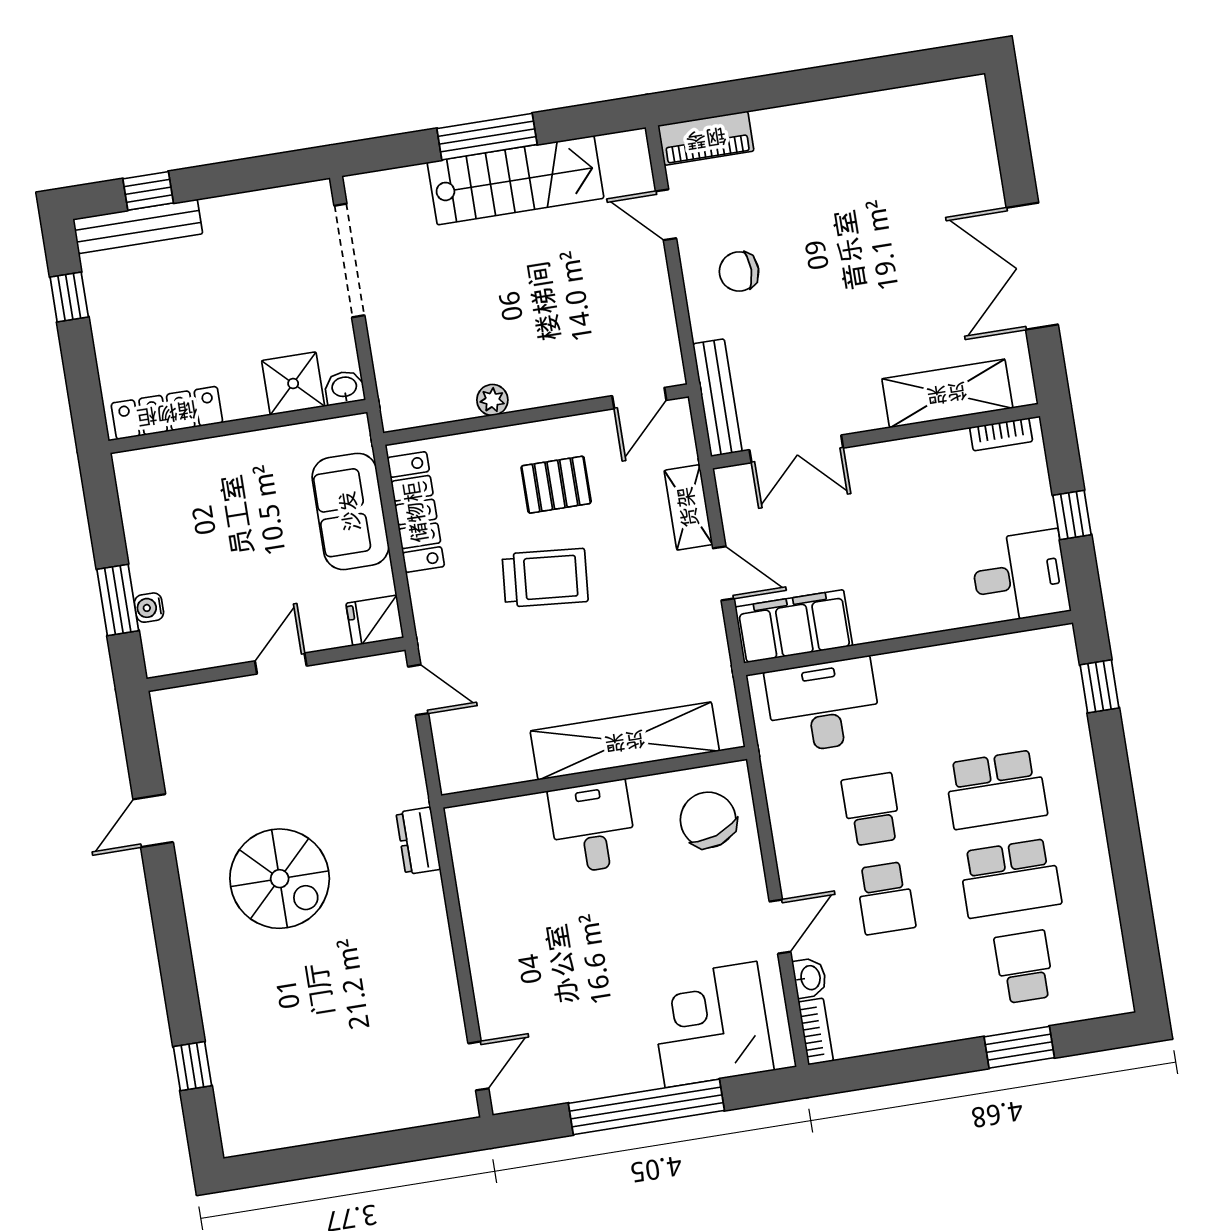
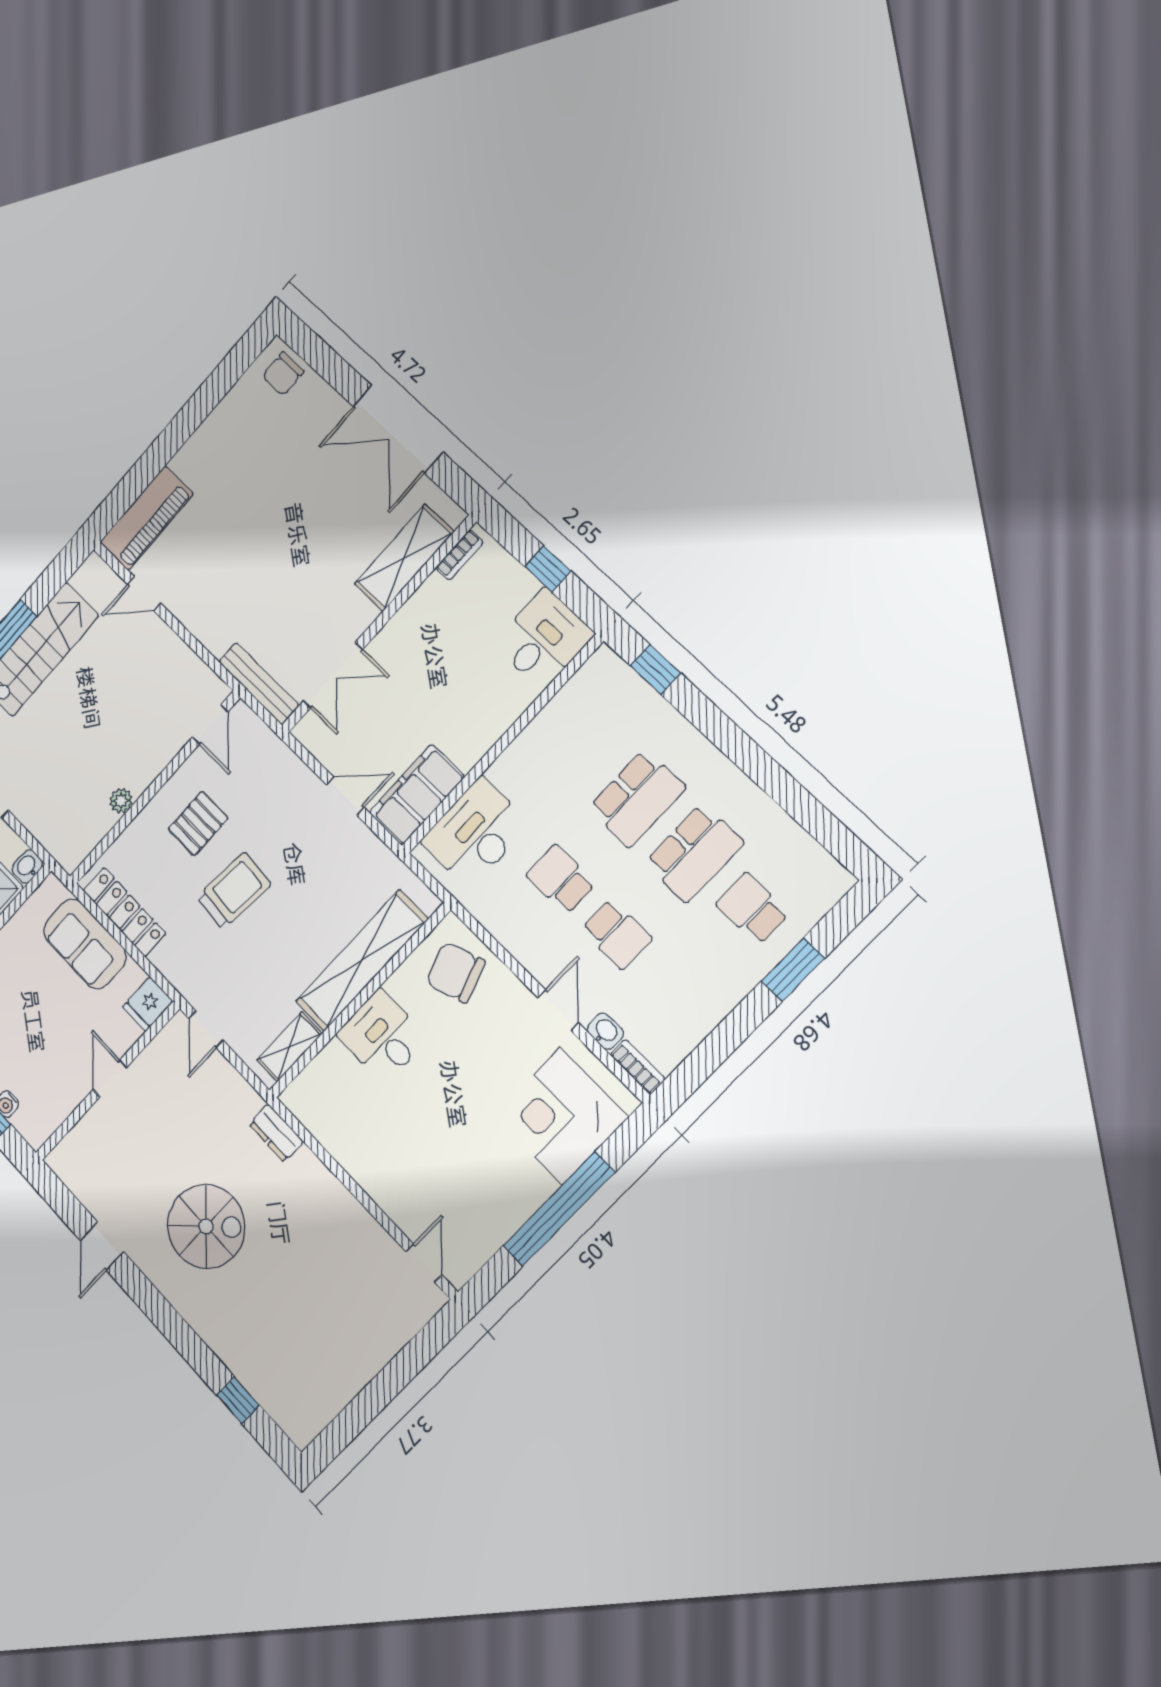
piano: (706, 138) -> (147, 518), width x1.37, depth x1.33
chair: (739, 271) -> (283, 374), moved
shelving: (688, 507) -> (289, 1047), moved, turned 90
door: (418, 690) -> (206, 1029), swing flipped

